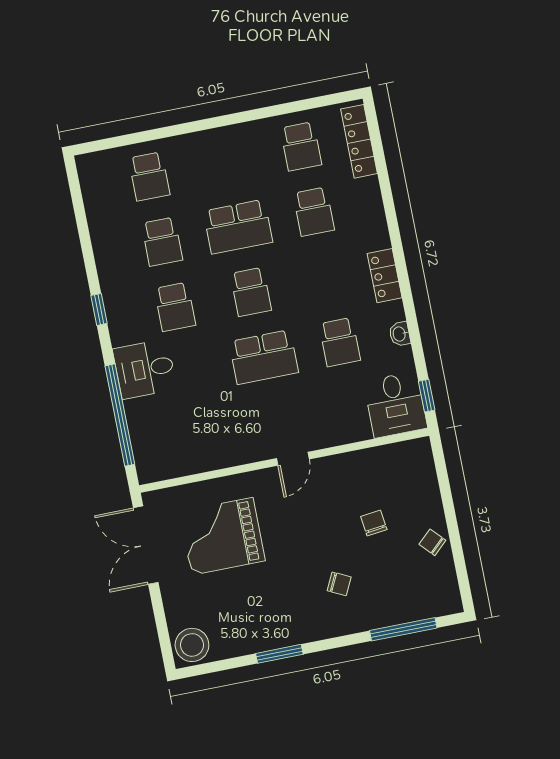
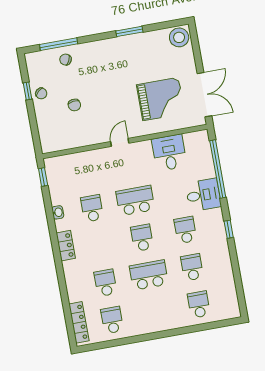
desk: (395, 405) -> (169, 153), moved
window: (456, 546) -> (28, 91), added
chair: (339, 584) -> (66, 60), moved

